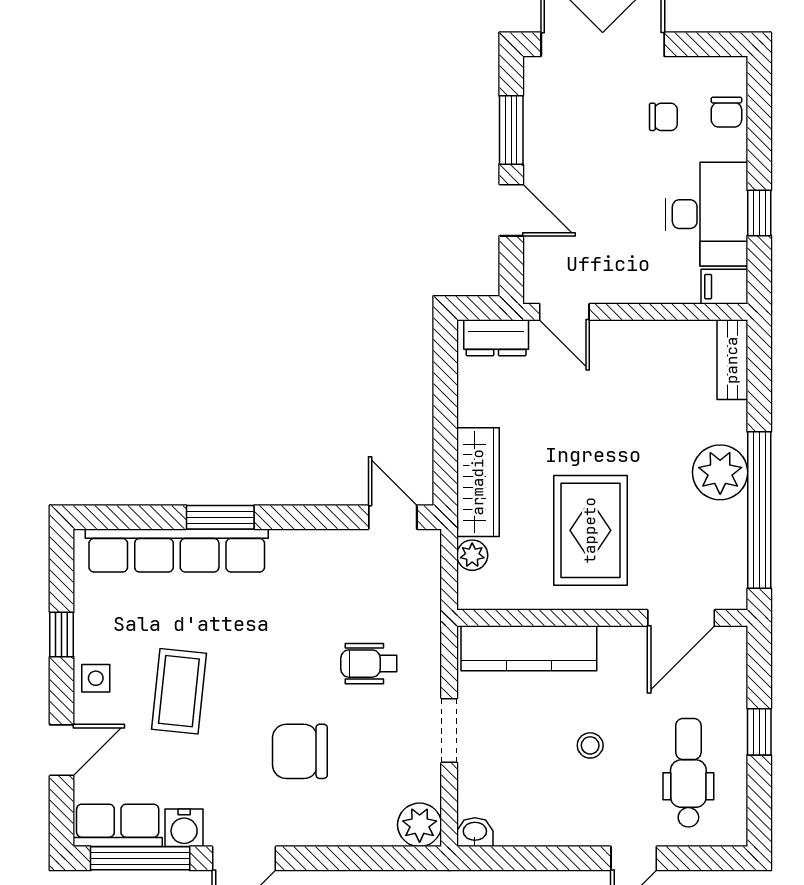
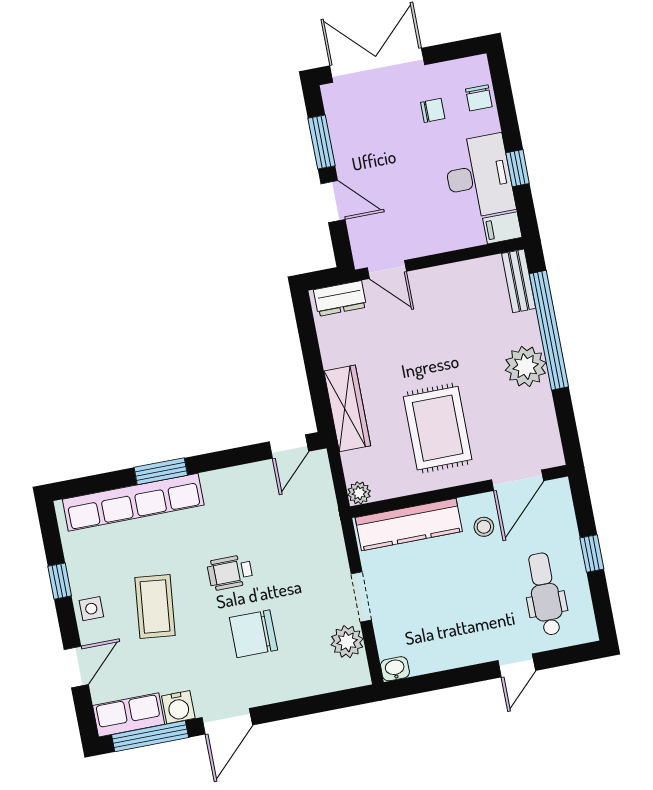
window: (759, 510) -> (549, 330), moved
door: (393, 517) -> (289, 447), swing flipped
plant: (472, 555) -> (359, 493), moved
wheelchair: (369, 664) -> (230, 572), moved
stool: (590, 745) -> (484, 527), moved
plant: (420, 825) -> (347, 642), moved

